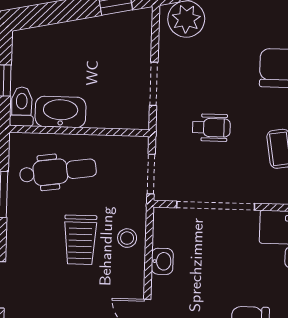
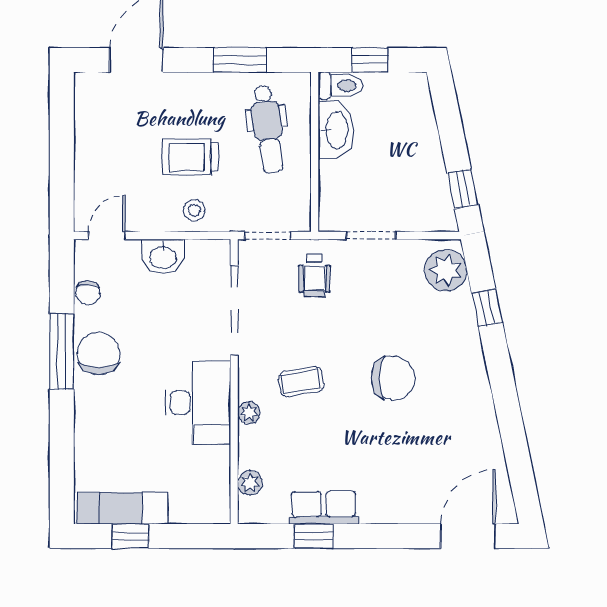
wheelchair: (211, 128) -> (314, 275), moved
washbasin: (162, 261) -> (163, 257), width x1.38, depth x1.45

